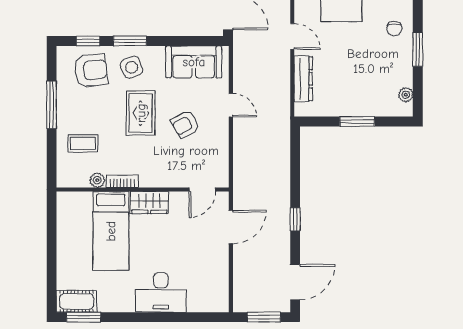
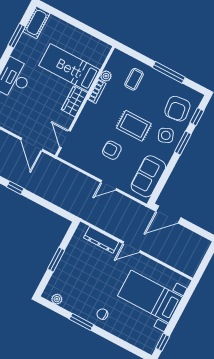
armchair: (185, 124) -> (112, 150), turned -61
window: (84, 317) -> (17, 36), moved

